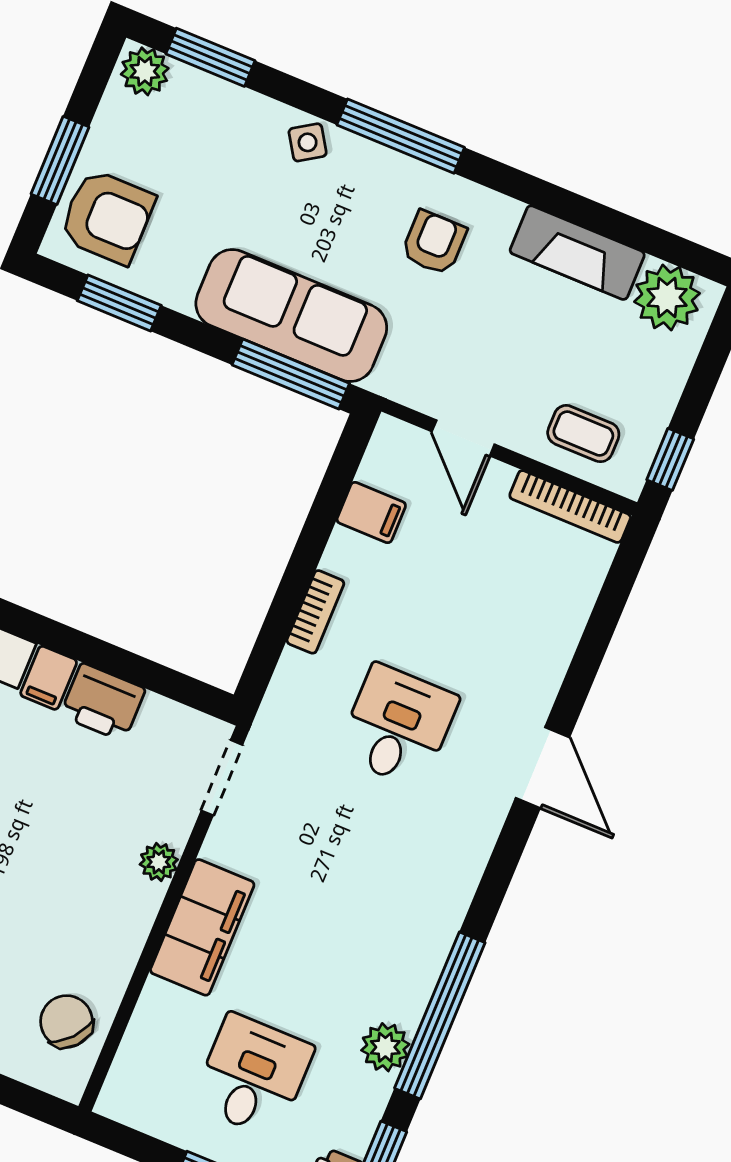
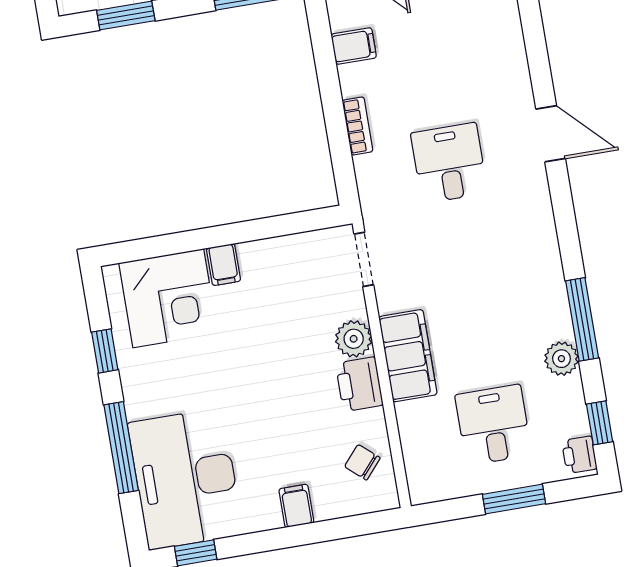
printer: (103, 702) -> (359, 384), moved, turned 90
plant: (159, 862) -> (354, 339), width x1.38, depth x1.38
window: (440, 1015) -> (582, 319), width x0.68
chair: (66, 1021) -> (362, 462), width x0.73, depth x0.73

